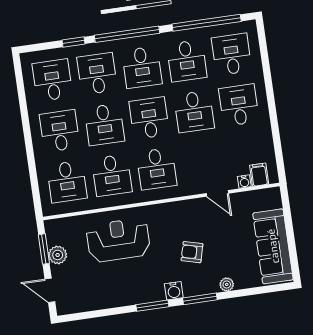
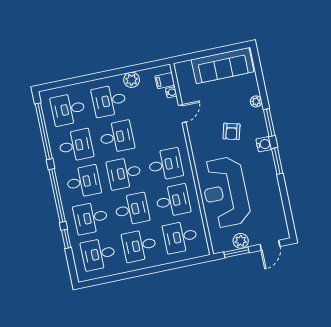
plant: (263, 134) -> (132, 80), added
desk: (67, 182) -> (180, 237), turned 180
reception desk: (118, 240) -> (225, 192), width x1.36, depth x1.30

